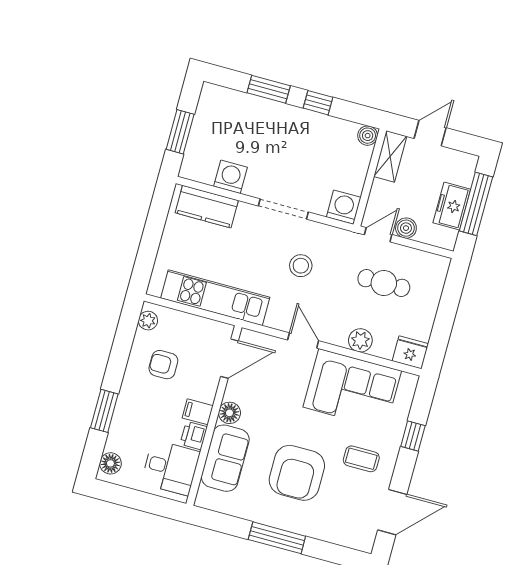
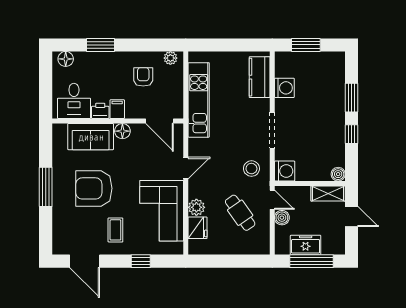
stool: (301, 266) -> (251, 169), moved
cafe table: (384, 283) -> (240, 213), turned -35
fridge: (410, 352) -> (198, 228), moved

